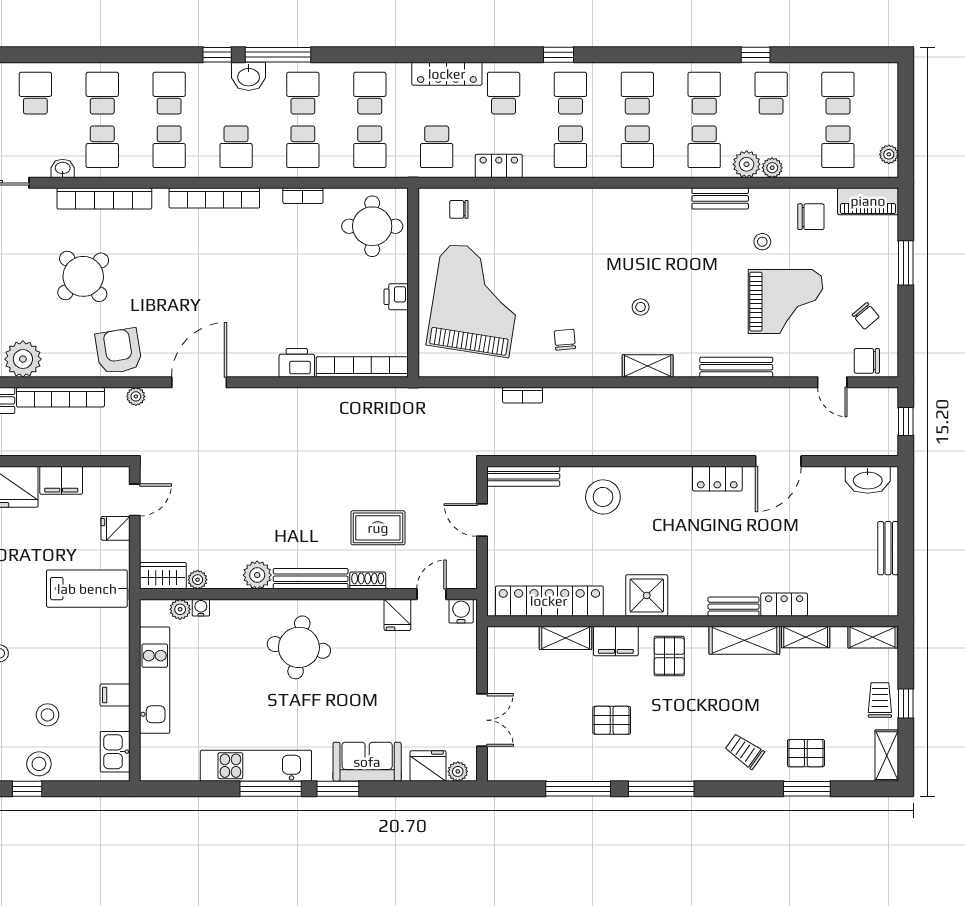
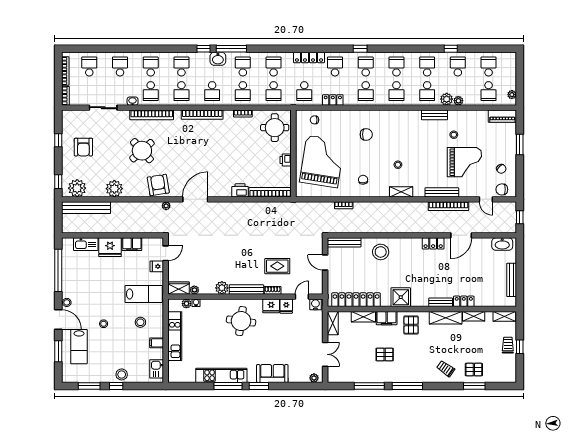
chair: (811, 217) -> (366, 134), moved
bookcase: (60, 397) -> (449, 206), moved
bench: (888, 548) -> (512, 280), width x1.36
stool: (47, 715) -> (140, 322), moved
shelving: (887, 756) -> (333, 323), moved
fridge: (428, 766) -> (271, 306), moved, turned 180

